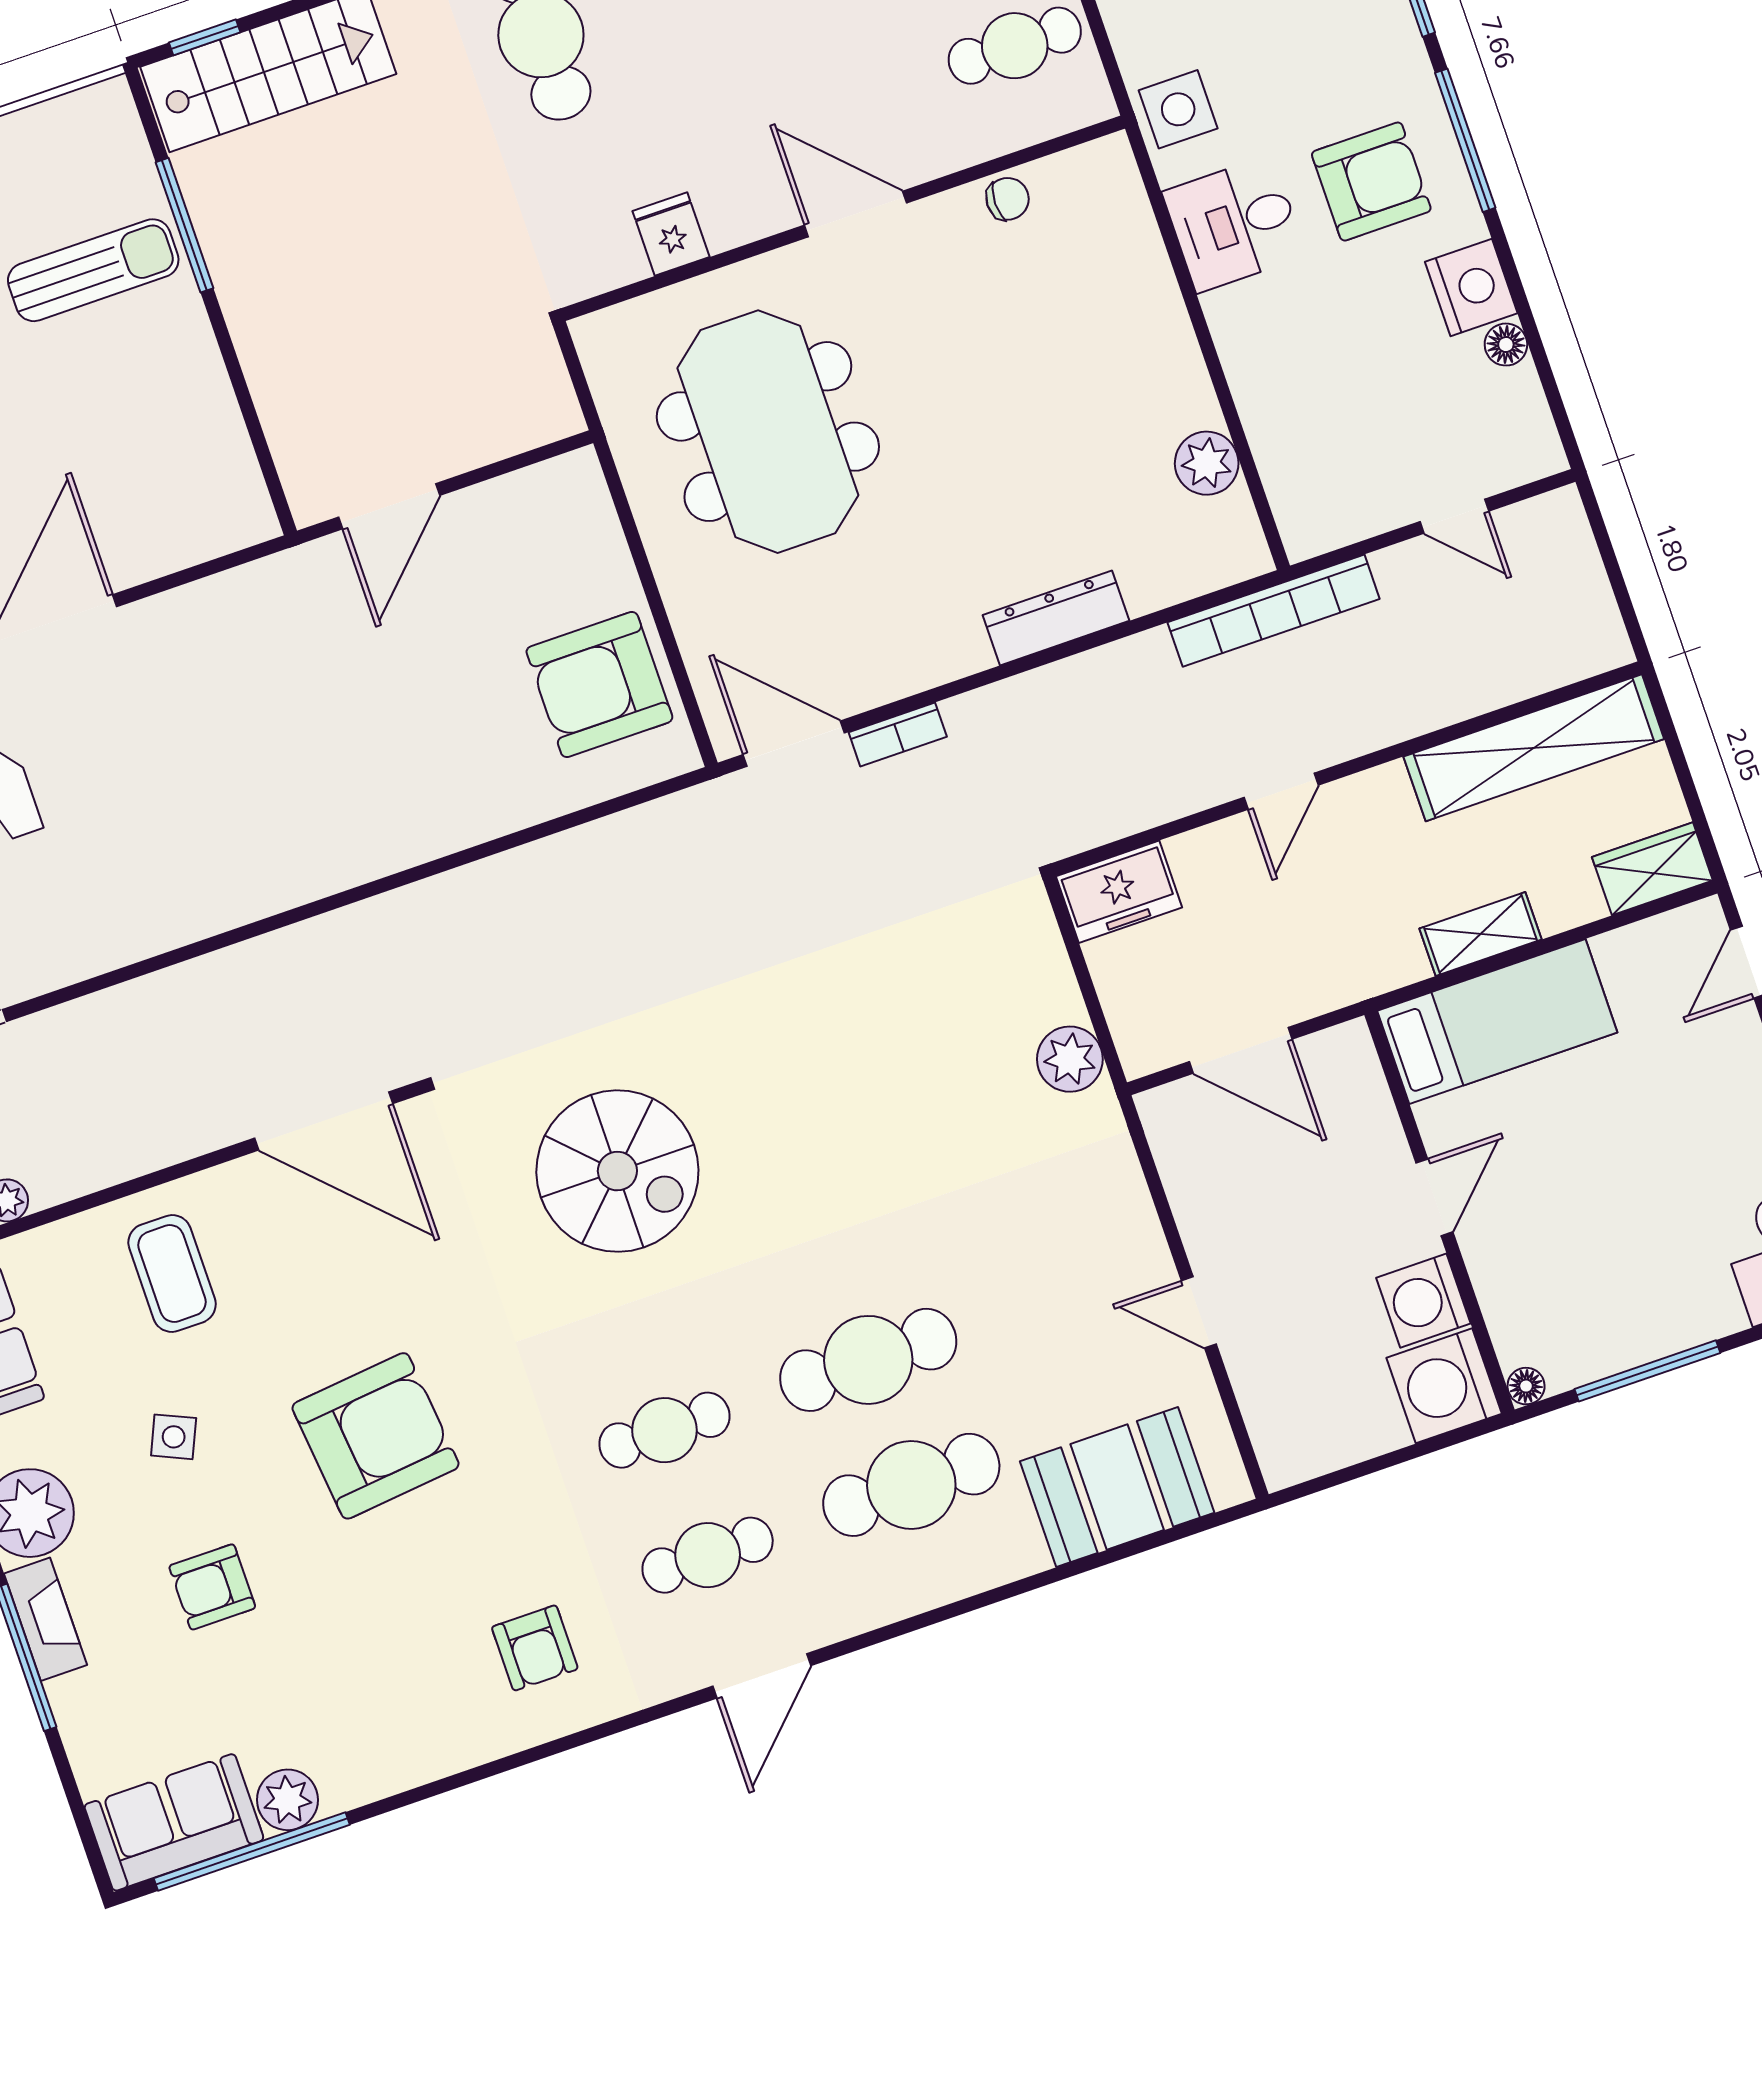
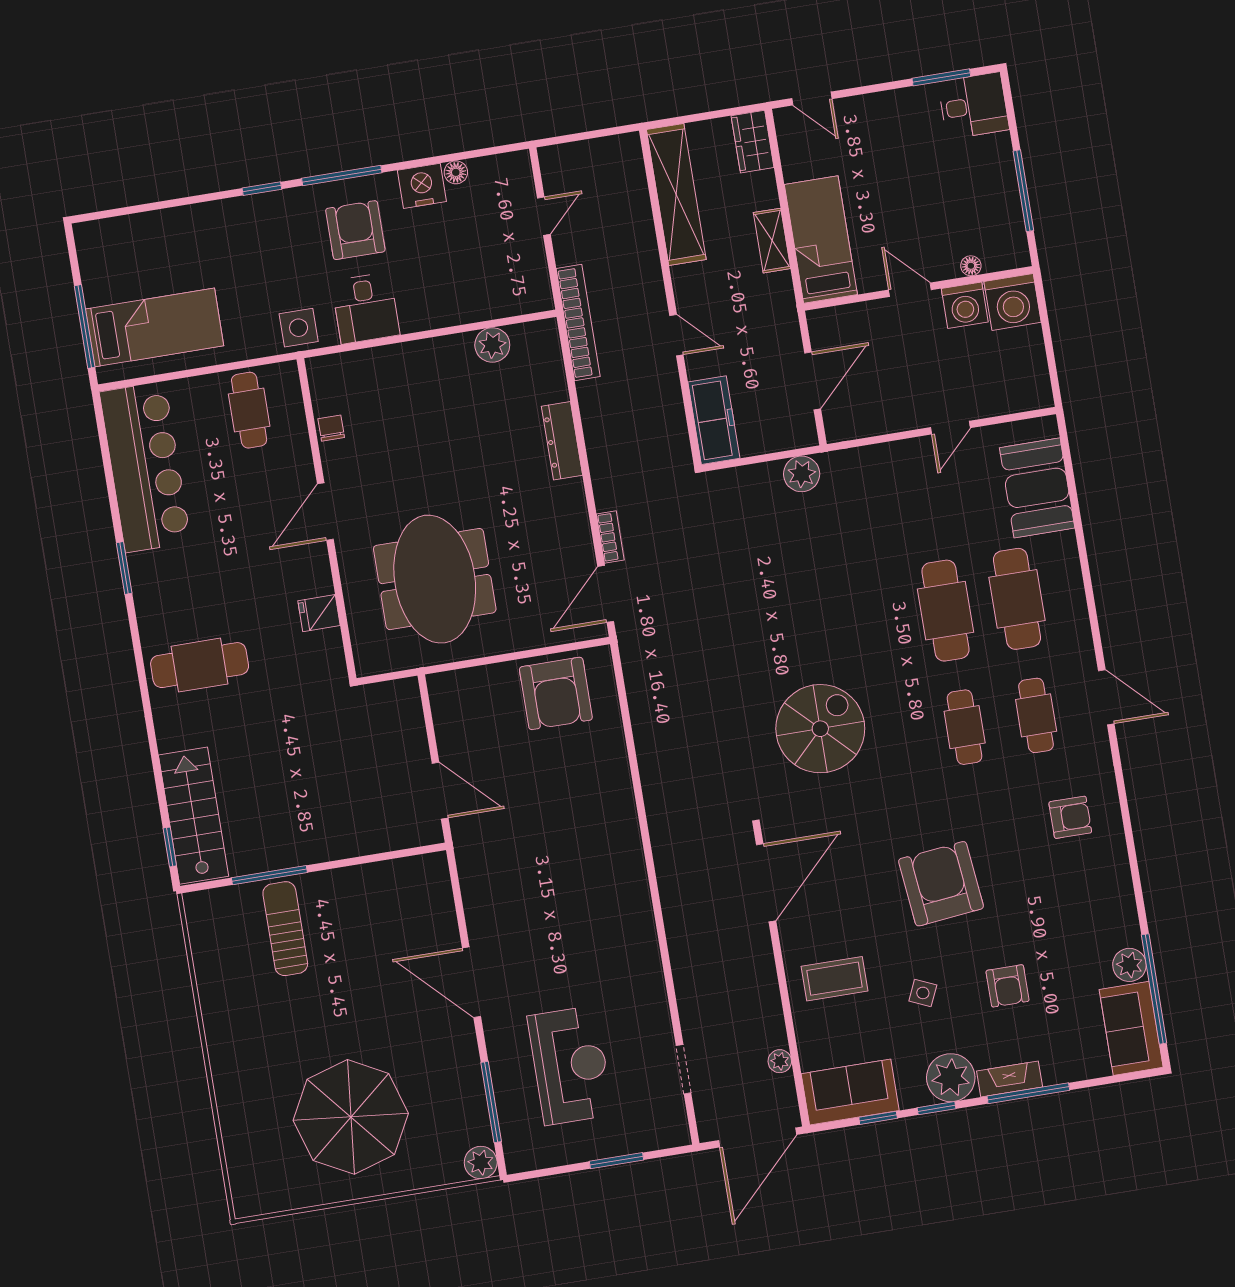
meeting table: (768, 432) -> (435, 579), turned 90
freezer: (1119, 892) -> (714, 420), width x1.40
floor lamp: (1526, 1386) -> (971, 266), moved

